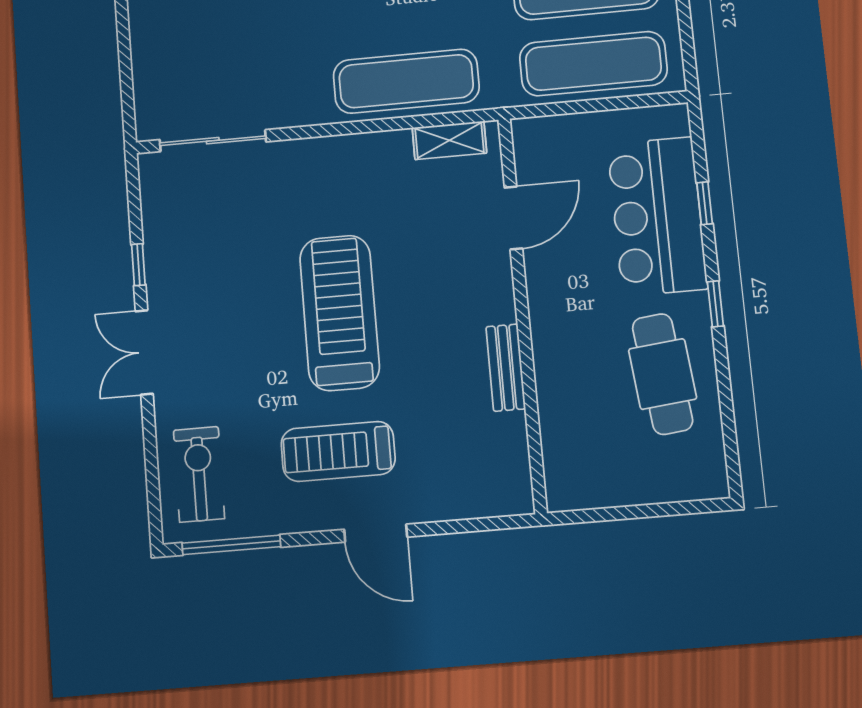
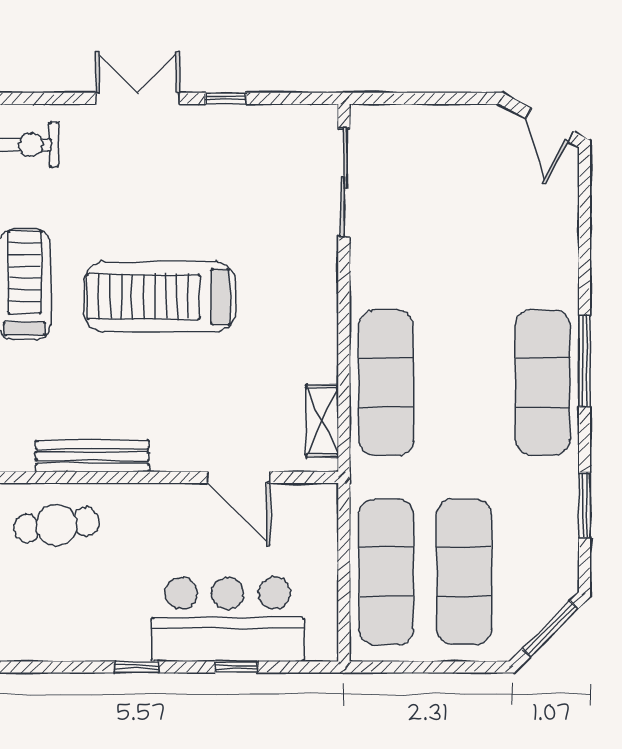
treadmill: (340, 313) -> (160, 297), turned 180
bench: (506, 368) -> (92, 456), width x1.36
cafe table: (663, 374) -> (57, 525), moved, width x0.73, depth x0.74

